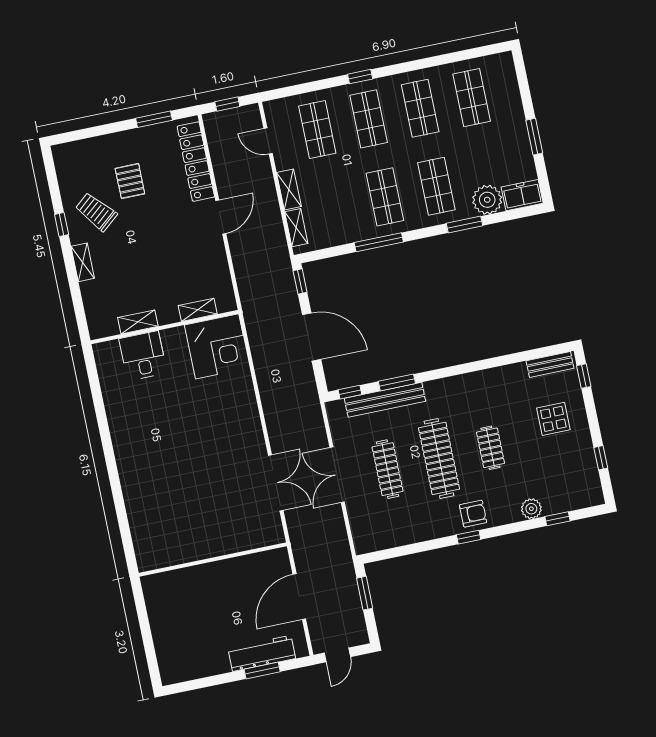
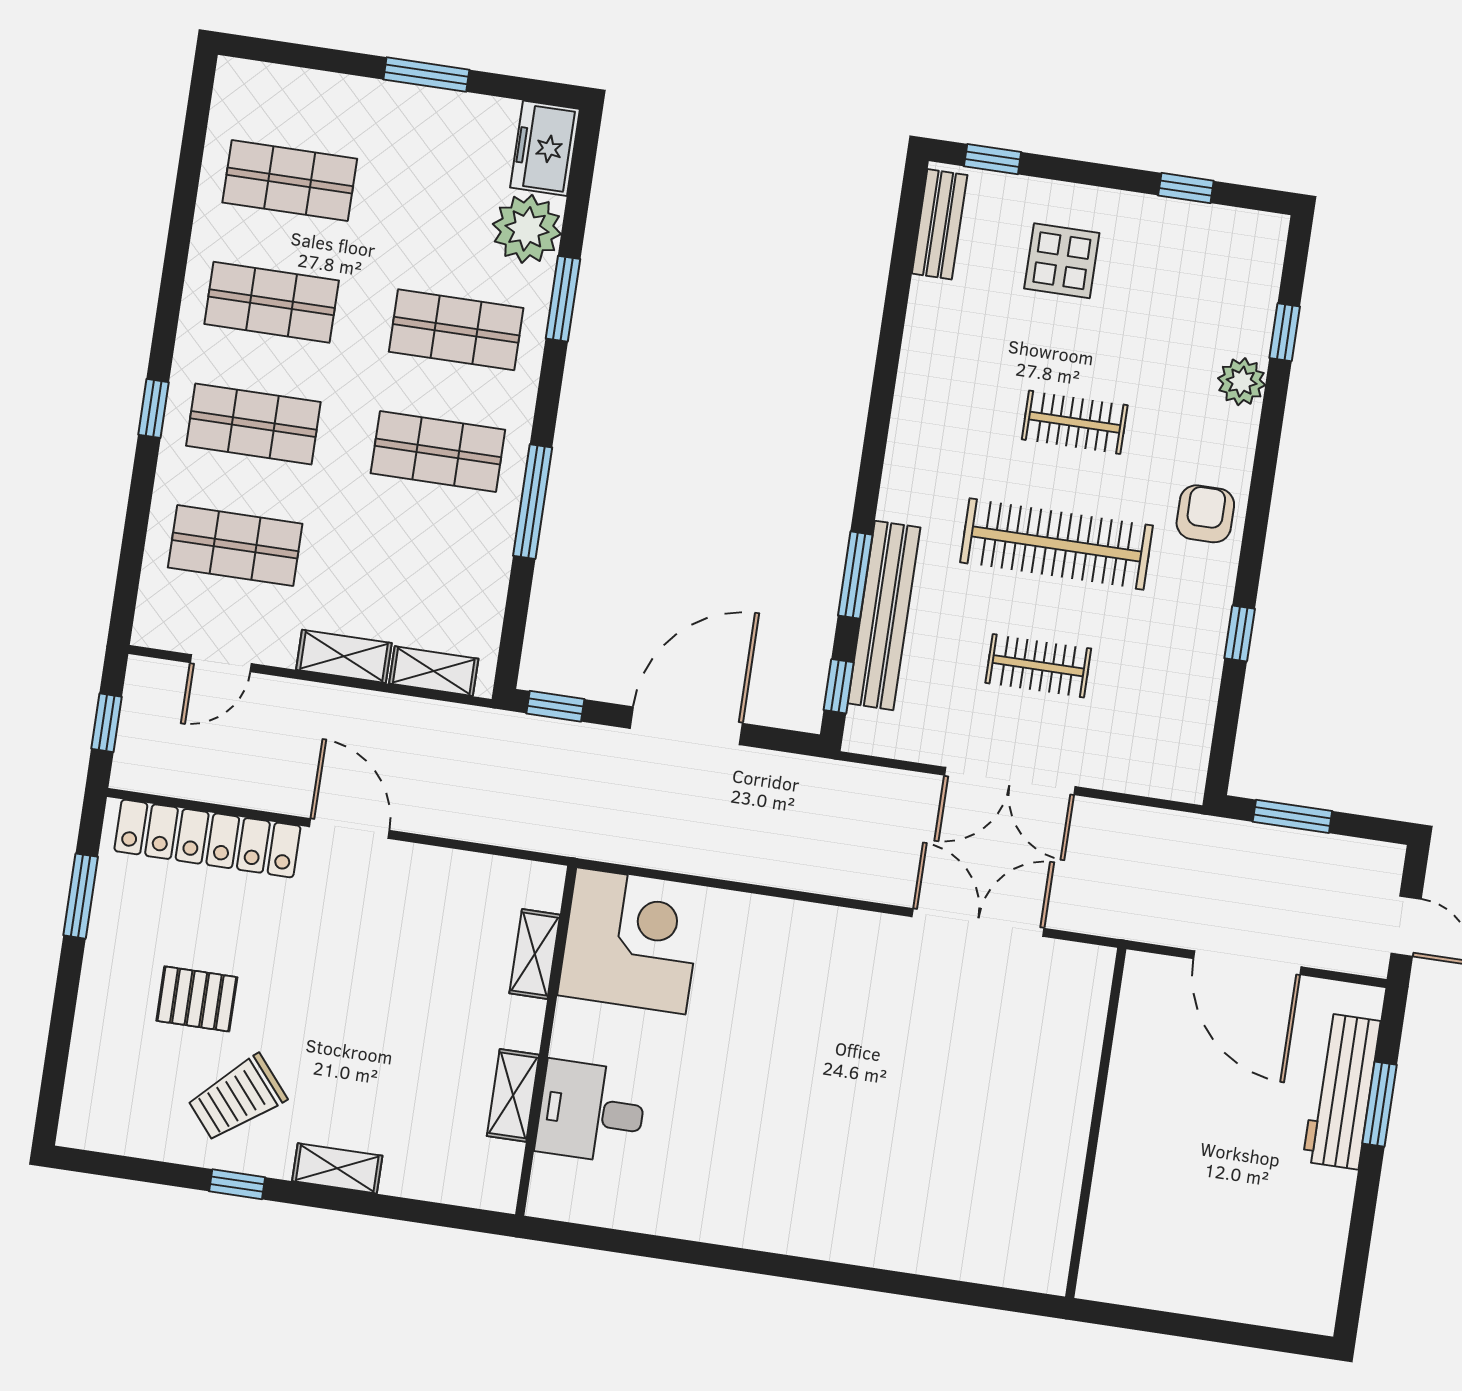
clothes rail: (388, 469) -> (1038, 666), width x0.73
window: (469, 537) -> (1240, 633), moved

